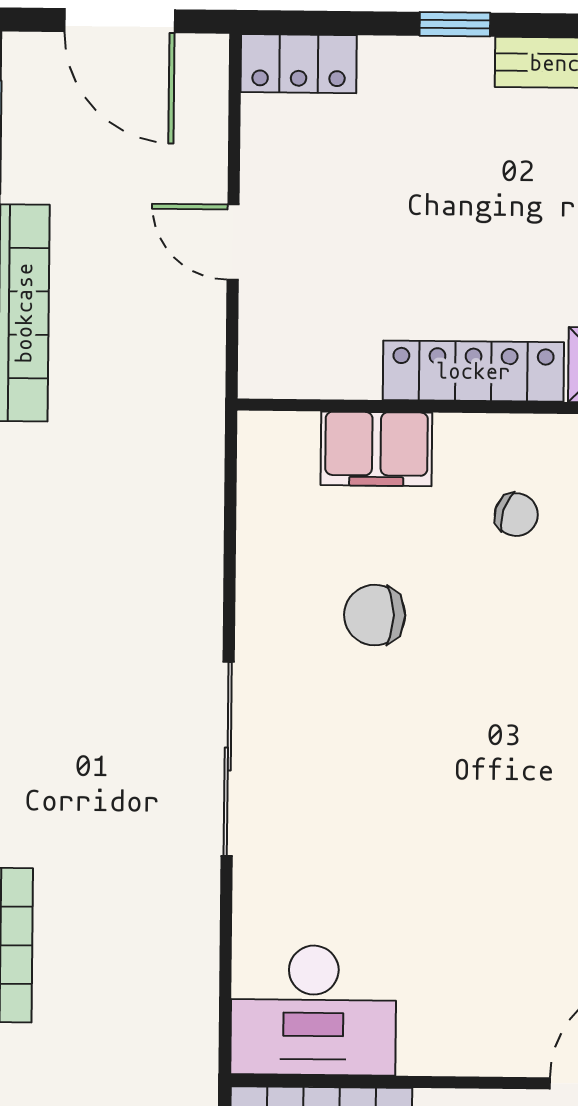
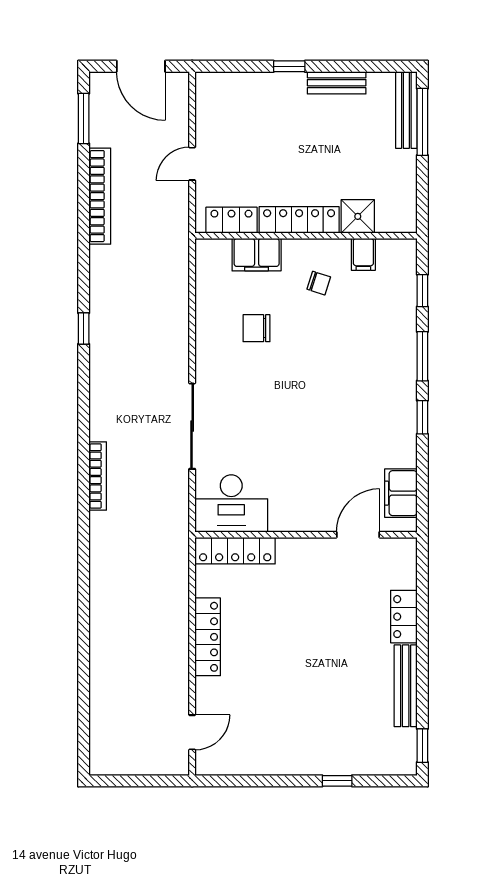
locker: (299, 64) -> (231, 220), moved, turned 180
door: (233, 242) -> (192, 164), hinge flipped
sliding door: (228, 759) -> (192, 426), moved

